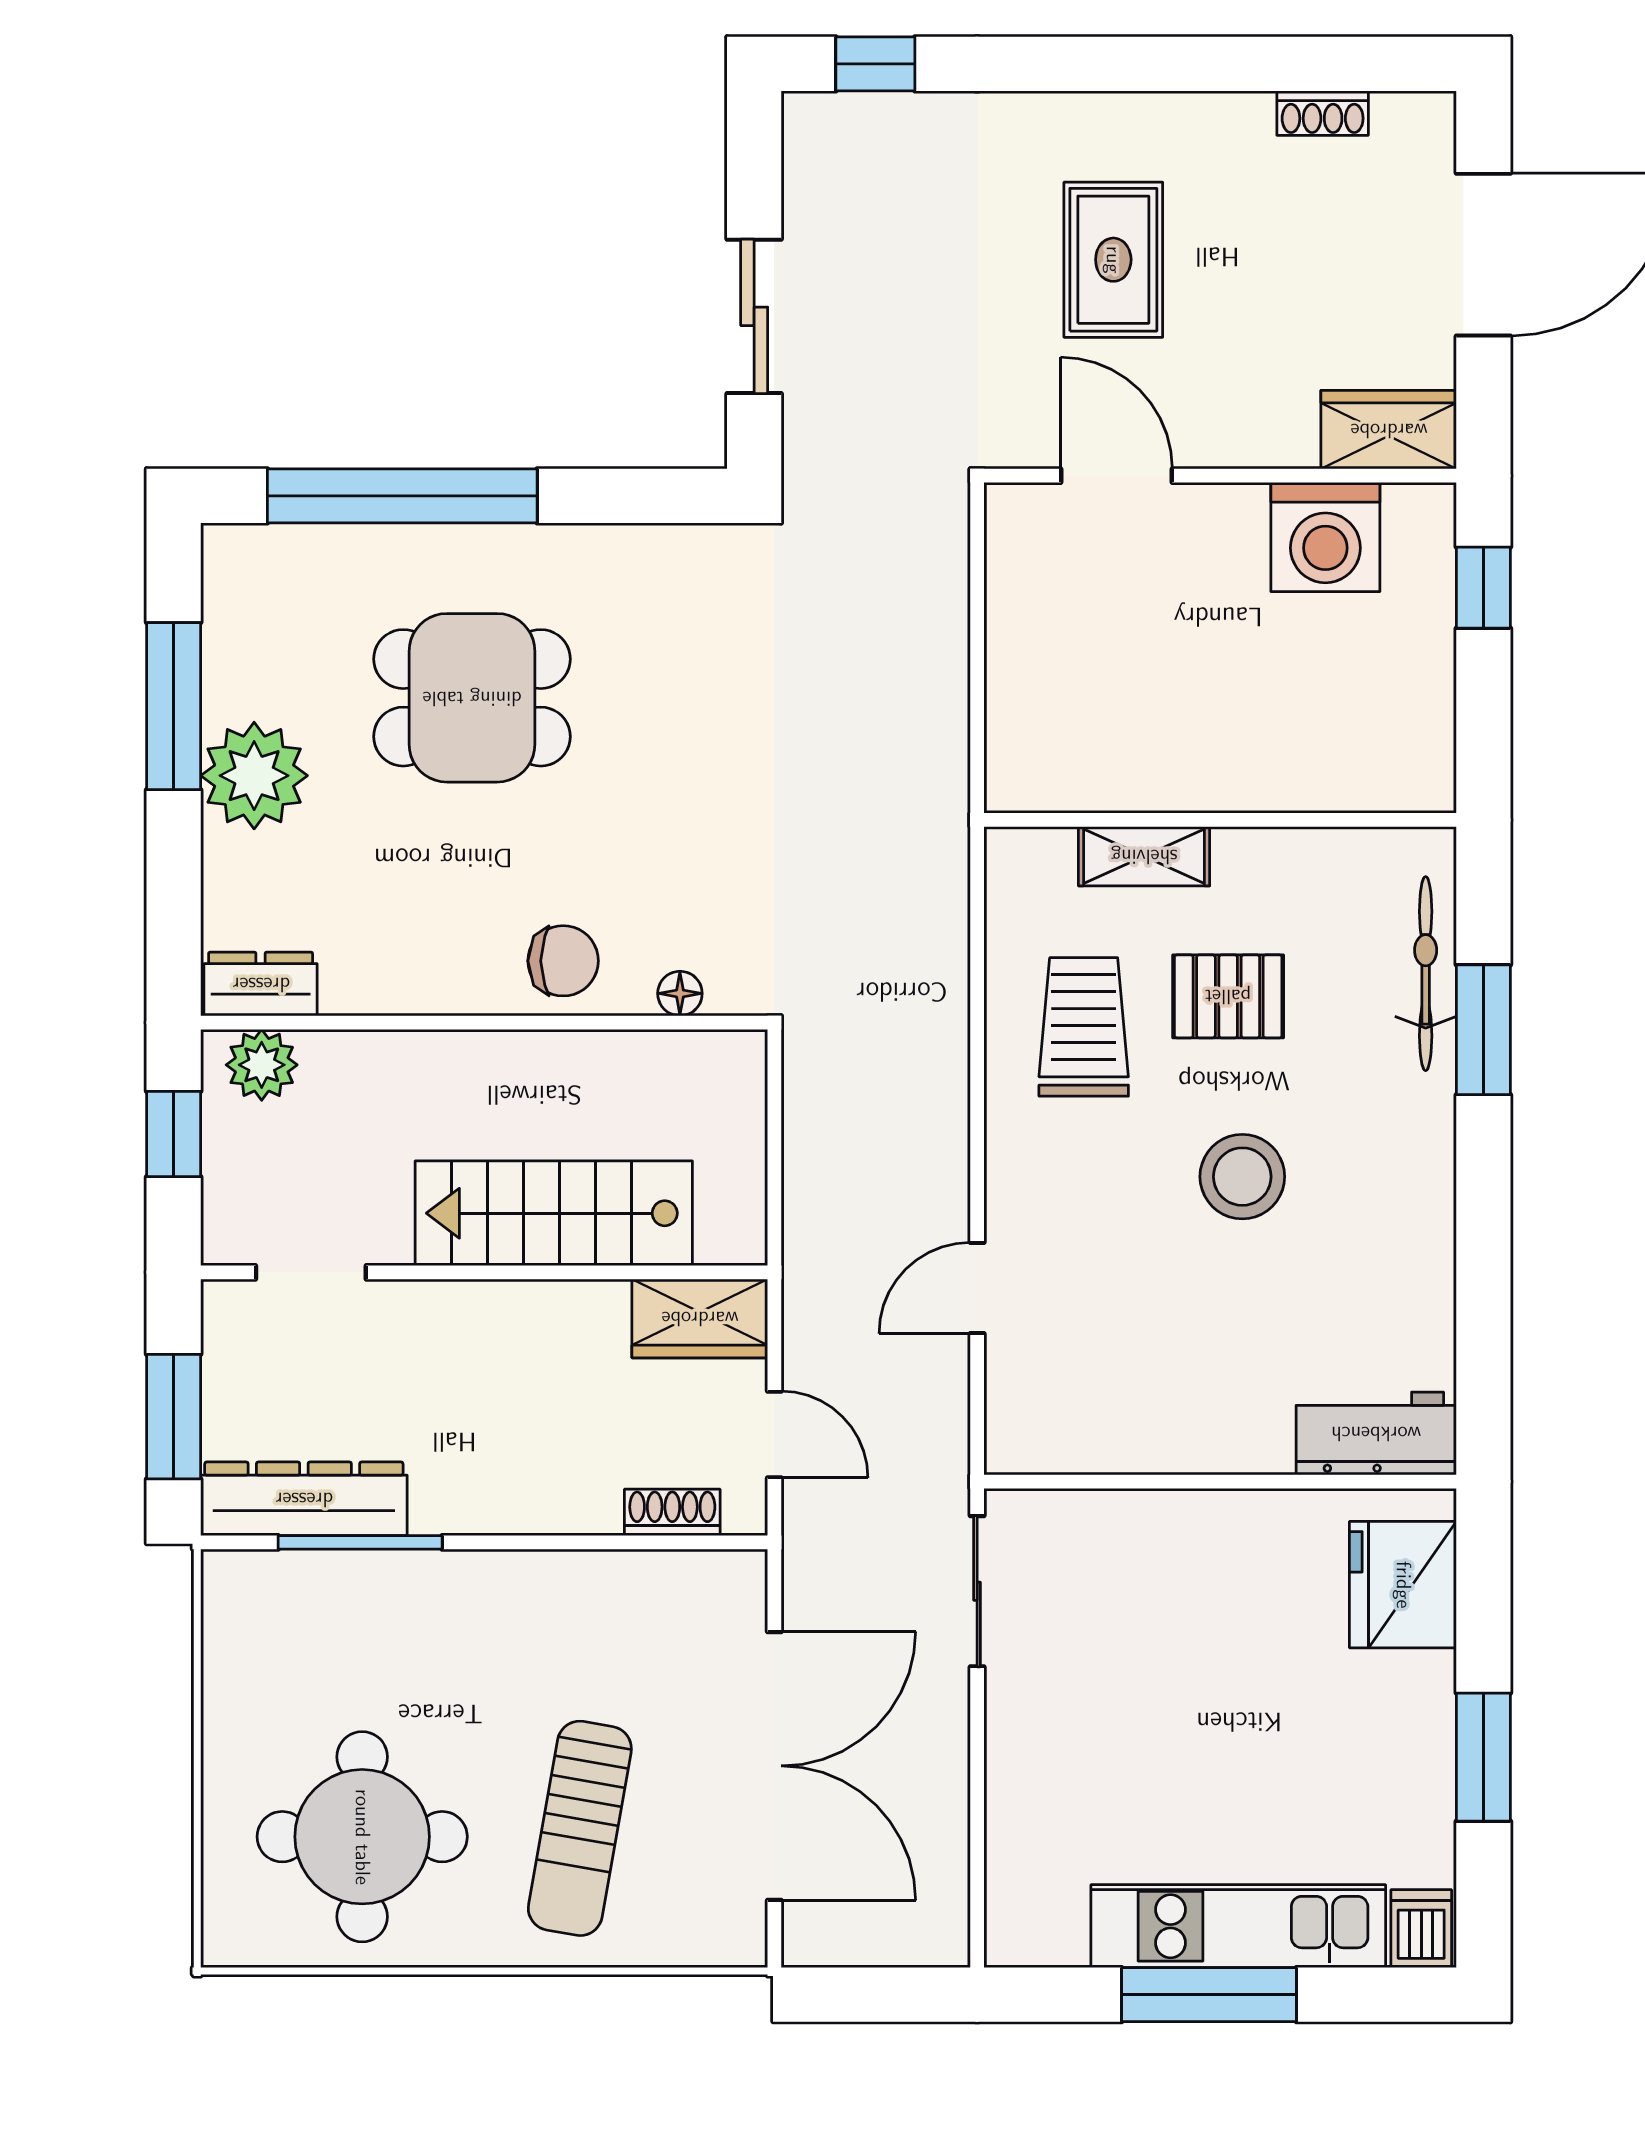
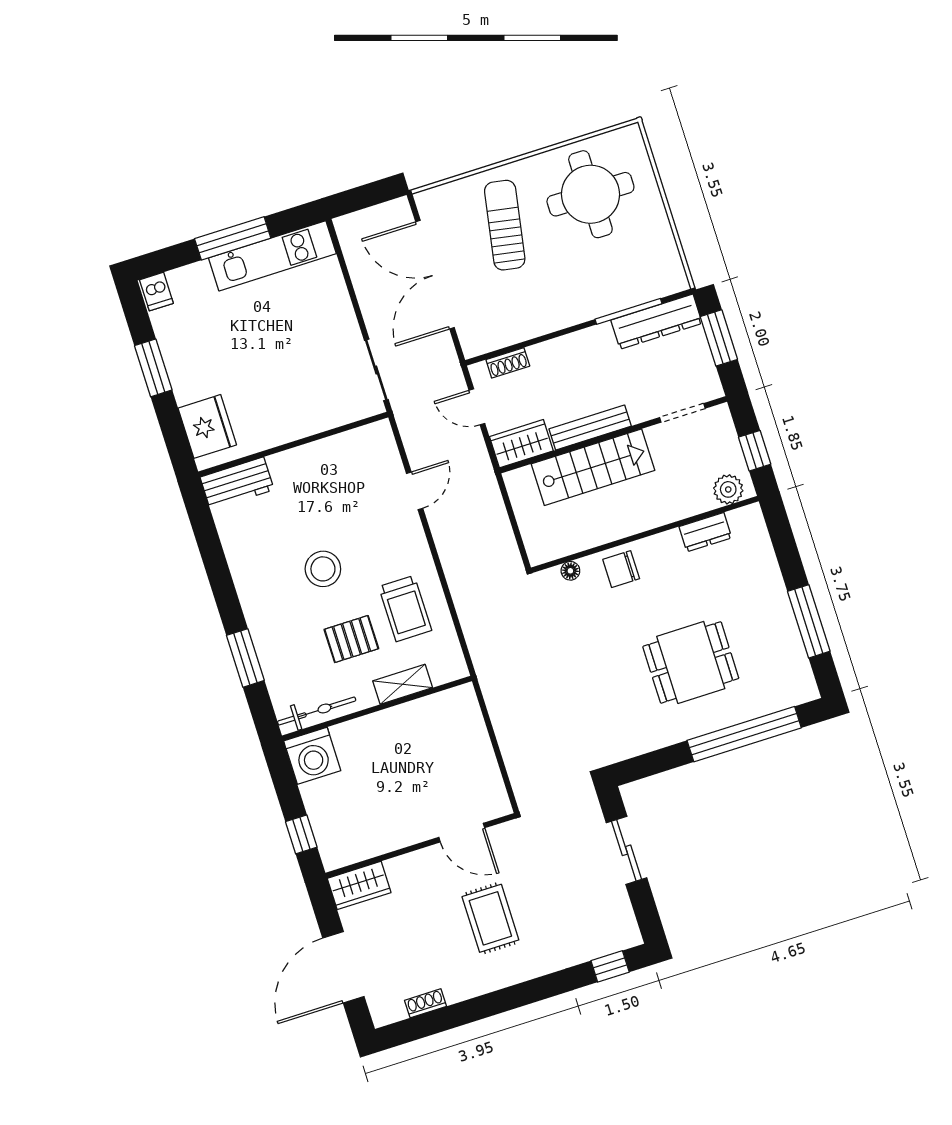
washing machine: (1325, 537) -> (312, 756), moved, turned 180
plant: (254, 776) -> (768, 604), removed
bicycle: (1426, 974) -> (317, 711), moved, turned -90
dresser: (261, 984) -> (705, 532), moved
bench: (532, 1306) -> (590, 428), added
kitchen unit: (1238, 1926) -> (272, 256), moved

